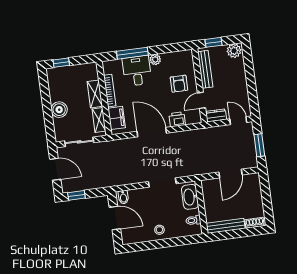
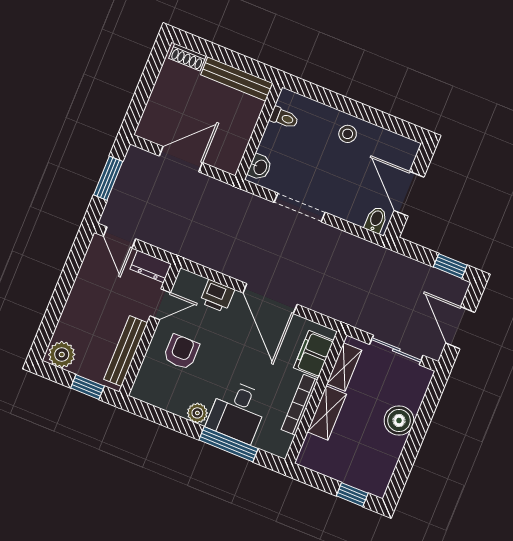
washbasin: (190, 197) -> (260, 167), width x0.52, depth x0.69

